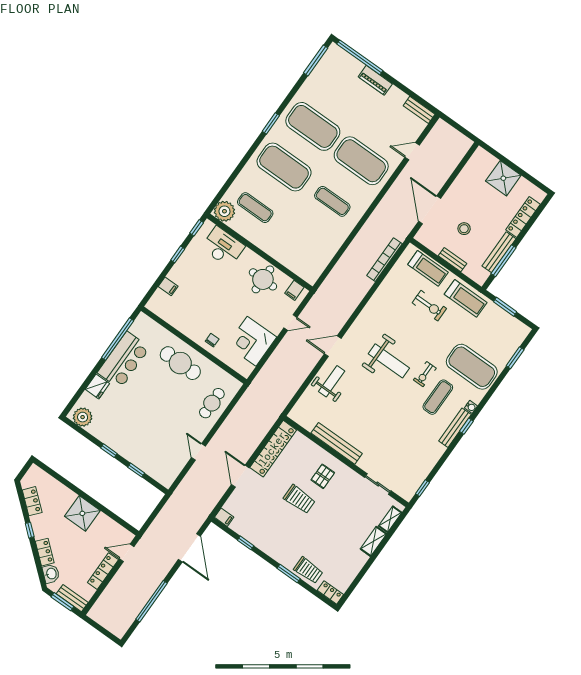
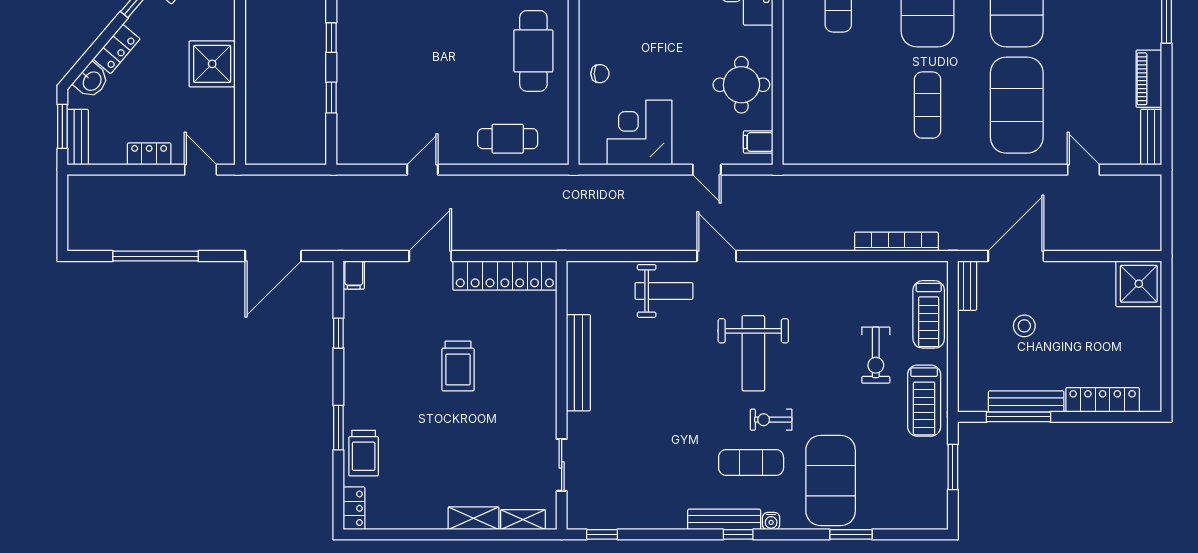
piano: (375, 80) -> (1149, 79), moved
shower: (503, 178) -> (1139, 284), moved
bench: (452, 260) -> (967, 286), moved
window: (515, 358) -> (851, 534), moved
pallet: (323, 476) -> (516, 377), removed
locker: (103, 571) -> (149, 154), width x0.66

